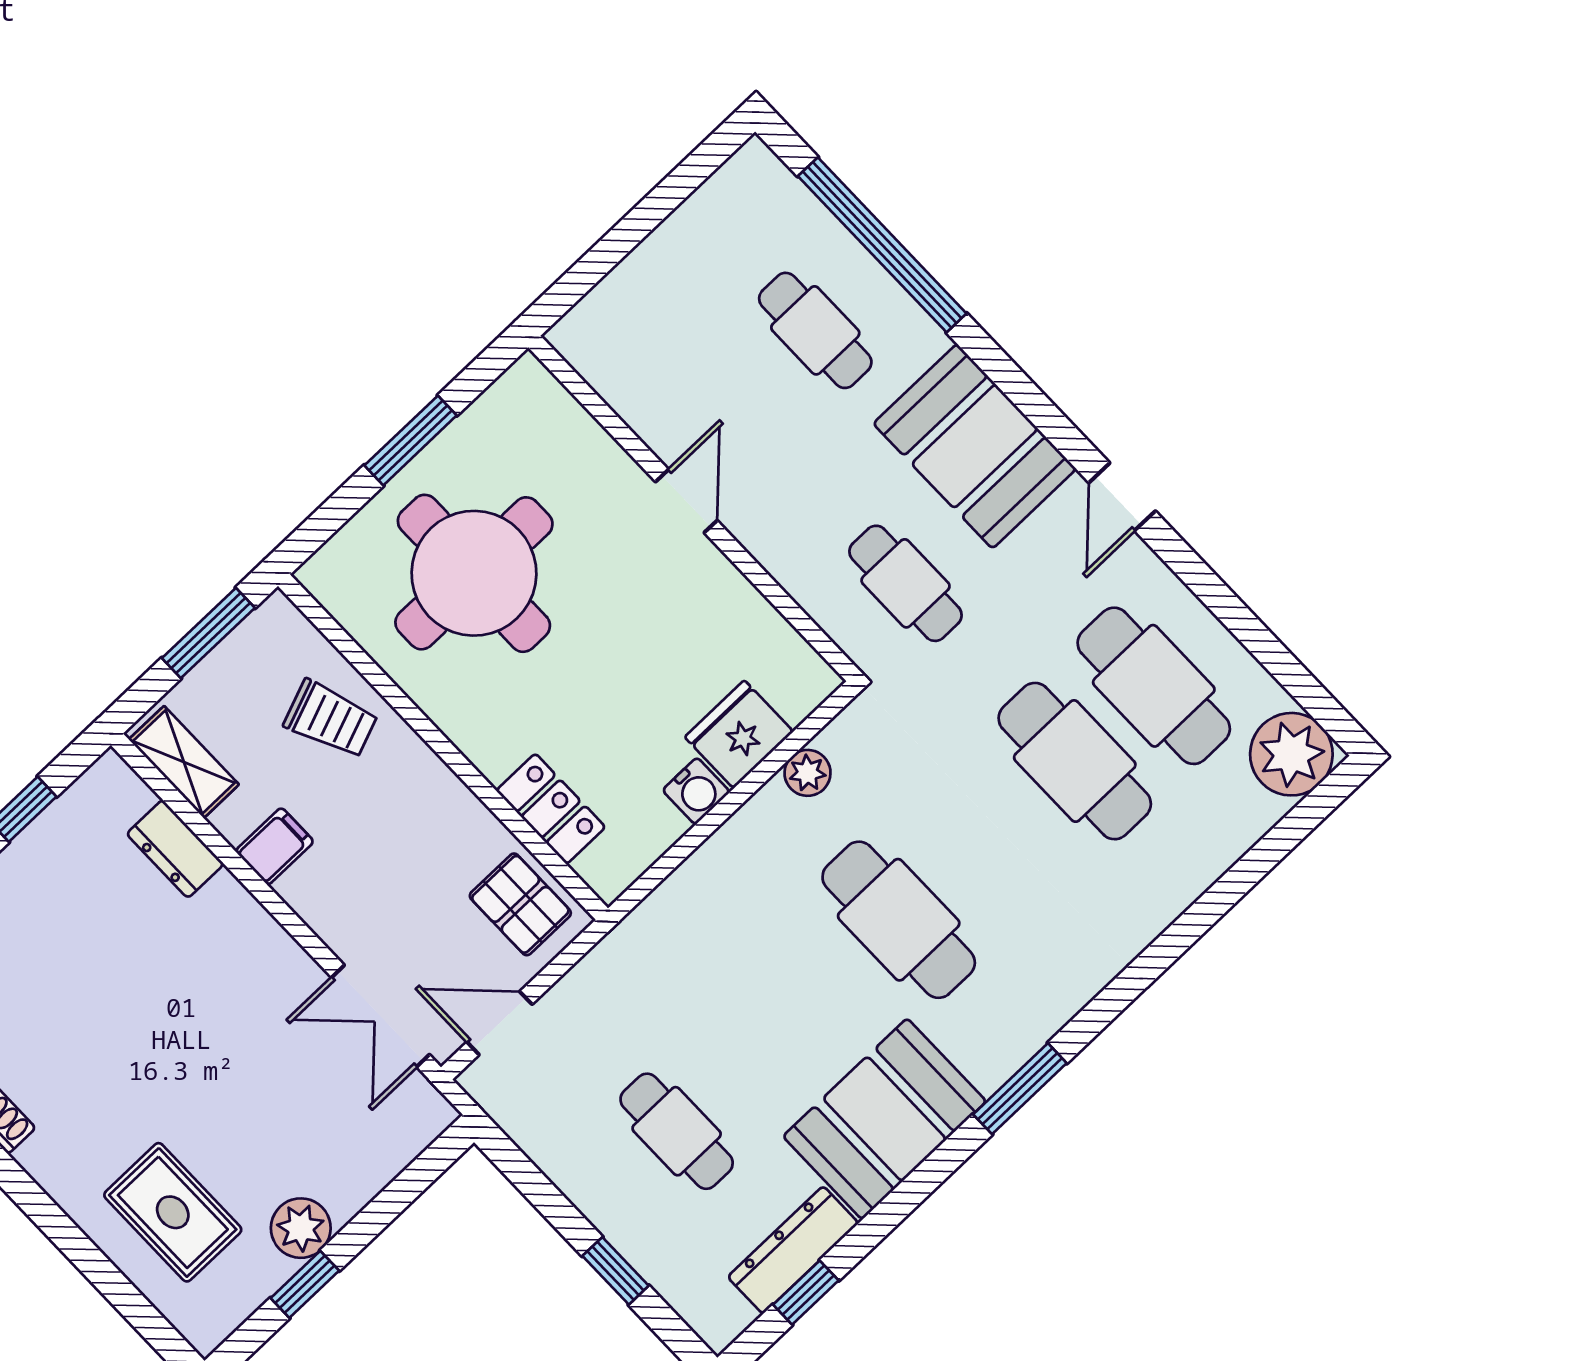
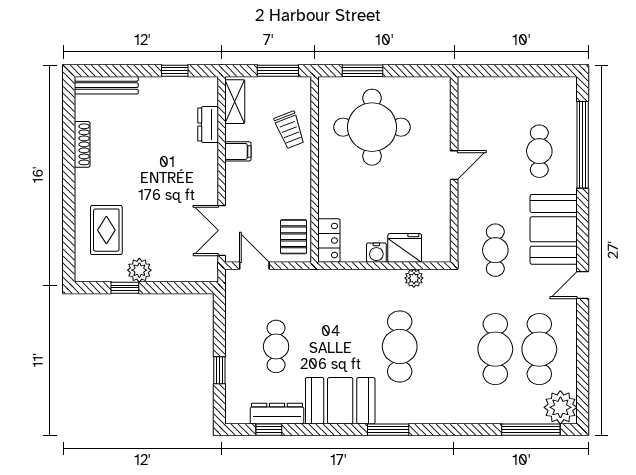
window: (411, 440) -> (362, 71), moved
locker: (551, 809) -> (329, 241), moved
window: (1276, 845) -> (531, 430), added

